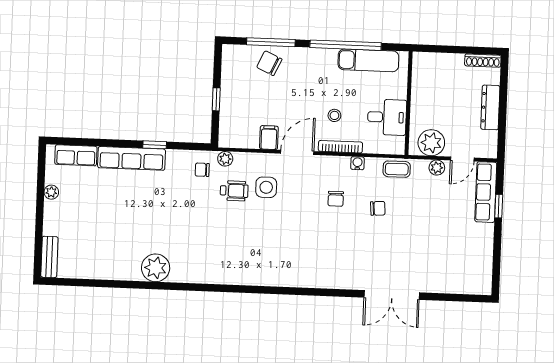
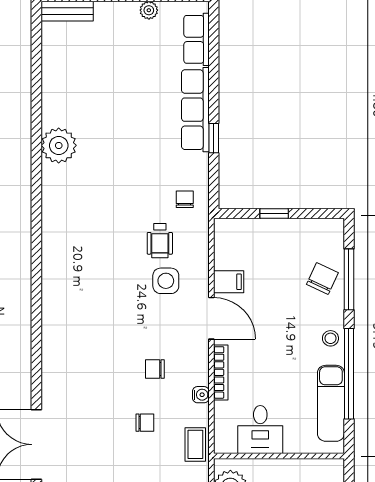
stool: (334, 115) -> (330, 338), moved
plant: (225, 159) -> (200, 228), removed
chair: (378, 208) -> (145, 423), turned -86

